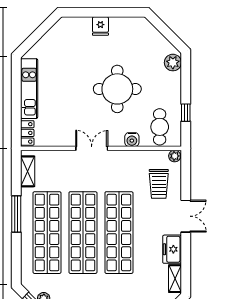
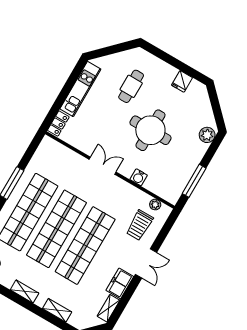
fridge: (100, 26) -> (182, 81), moved
window: (186, 113) -> (194, 181), width x2.17
cafe table: (160, 127) -> (131, 86), moved
plant: (175, 156) -> (155, 205), moved
shelving: (28, 171) -> (41, 154), removed

